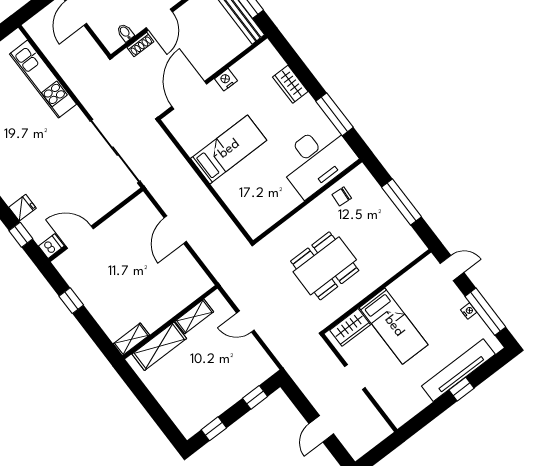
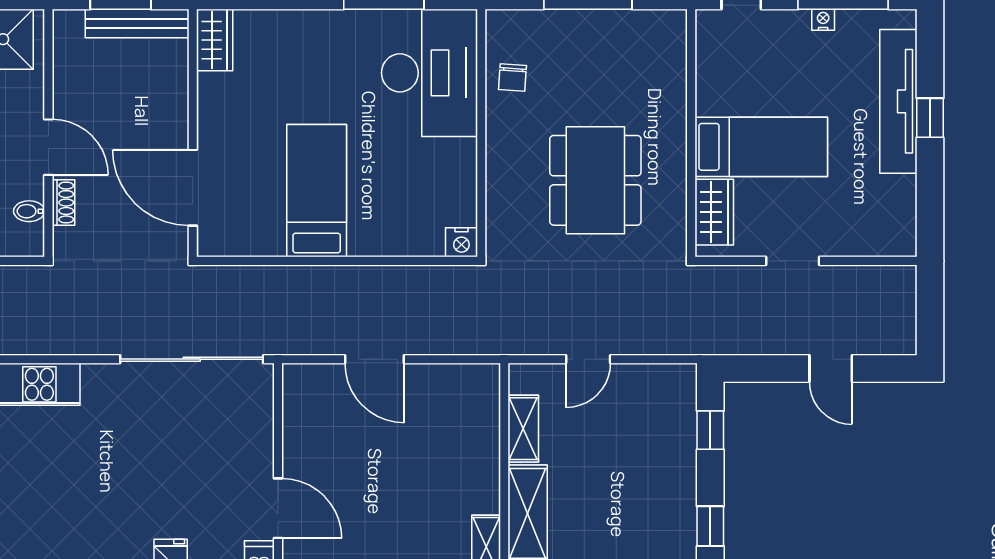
nightstand: (226, 80) -> (461, 242), moved, turned -90
wardrobe: (290, 84) -> (215, 40), moved, turned -90
door: (79, 237) -> (278, 508), swing flipped

